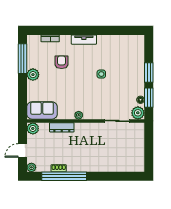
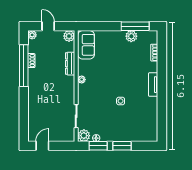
armchair: (62, 62) -> (132, 63), removed
plant: (33, 75) -> (131, 36), moved
door: (149, 157) -> (42, 146), added

